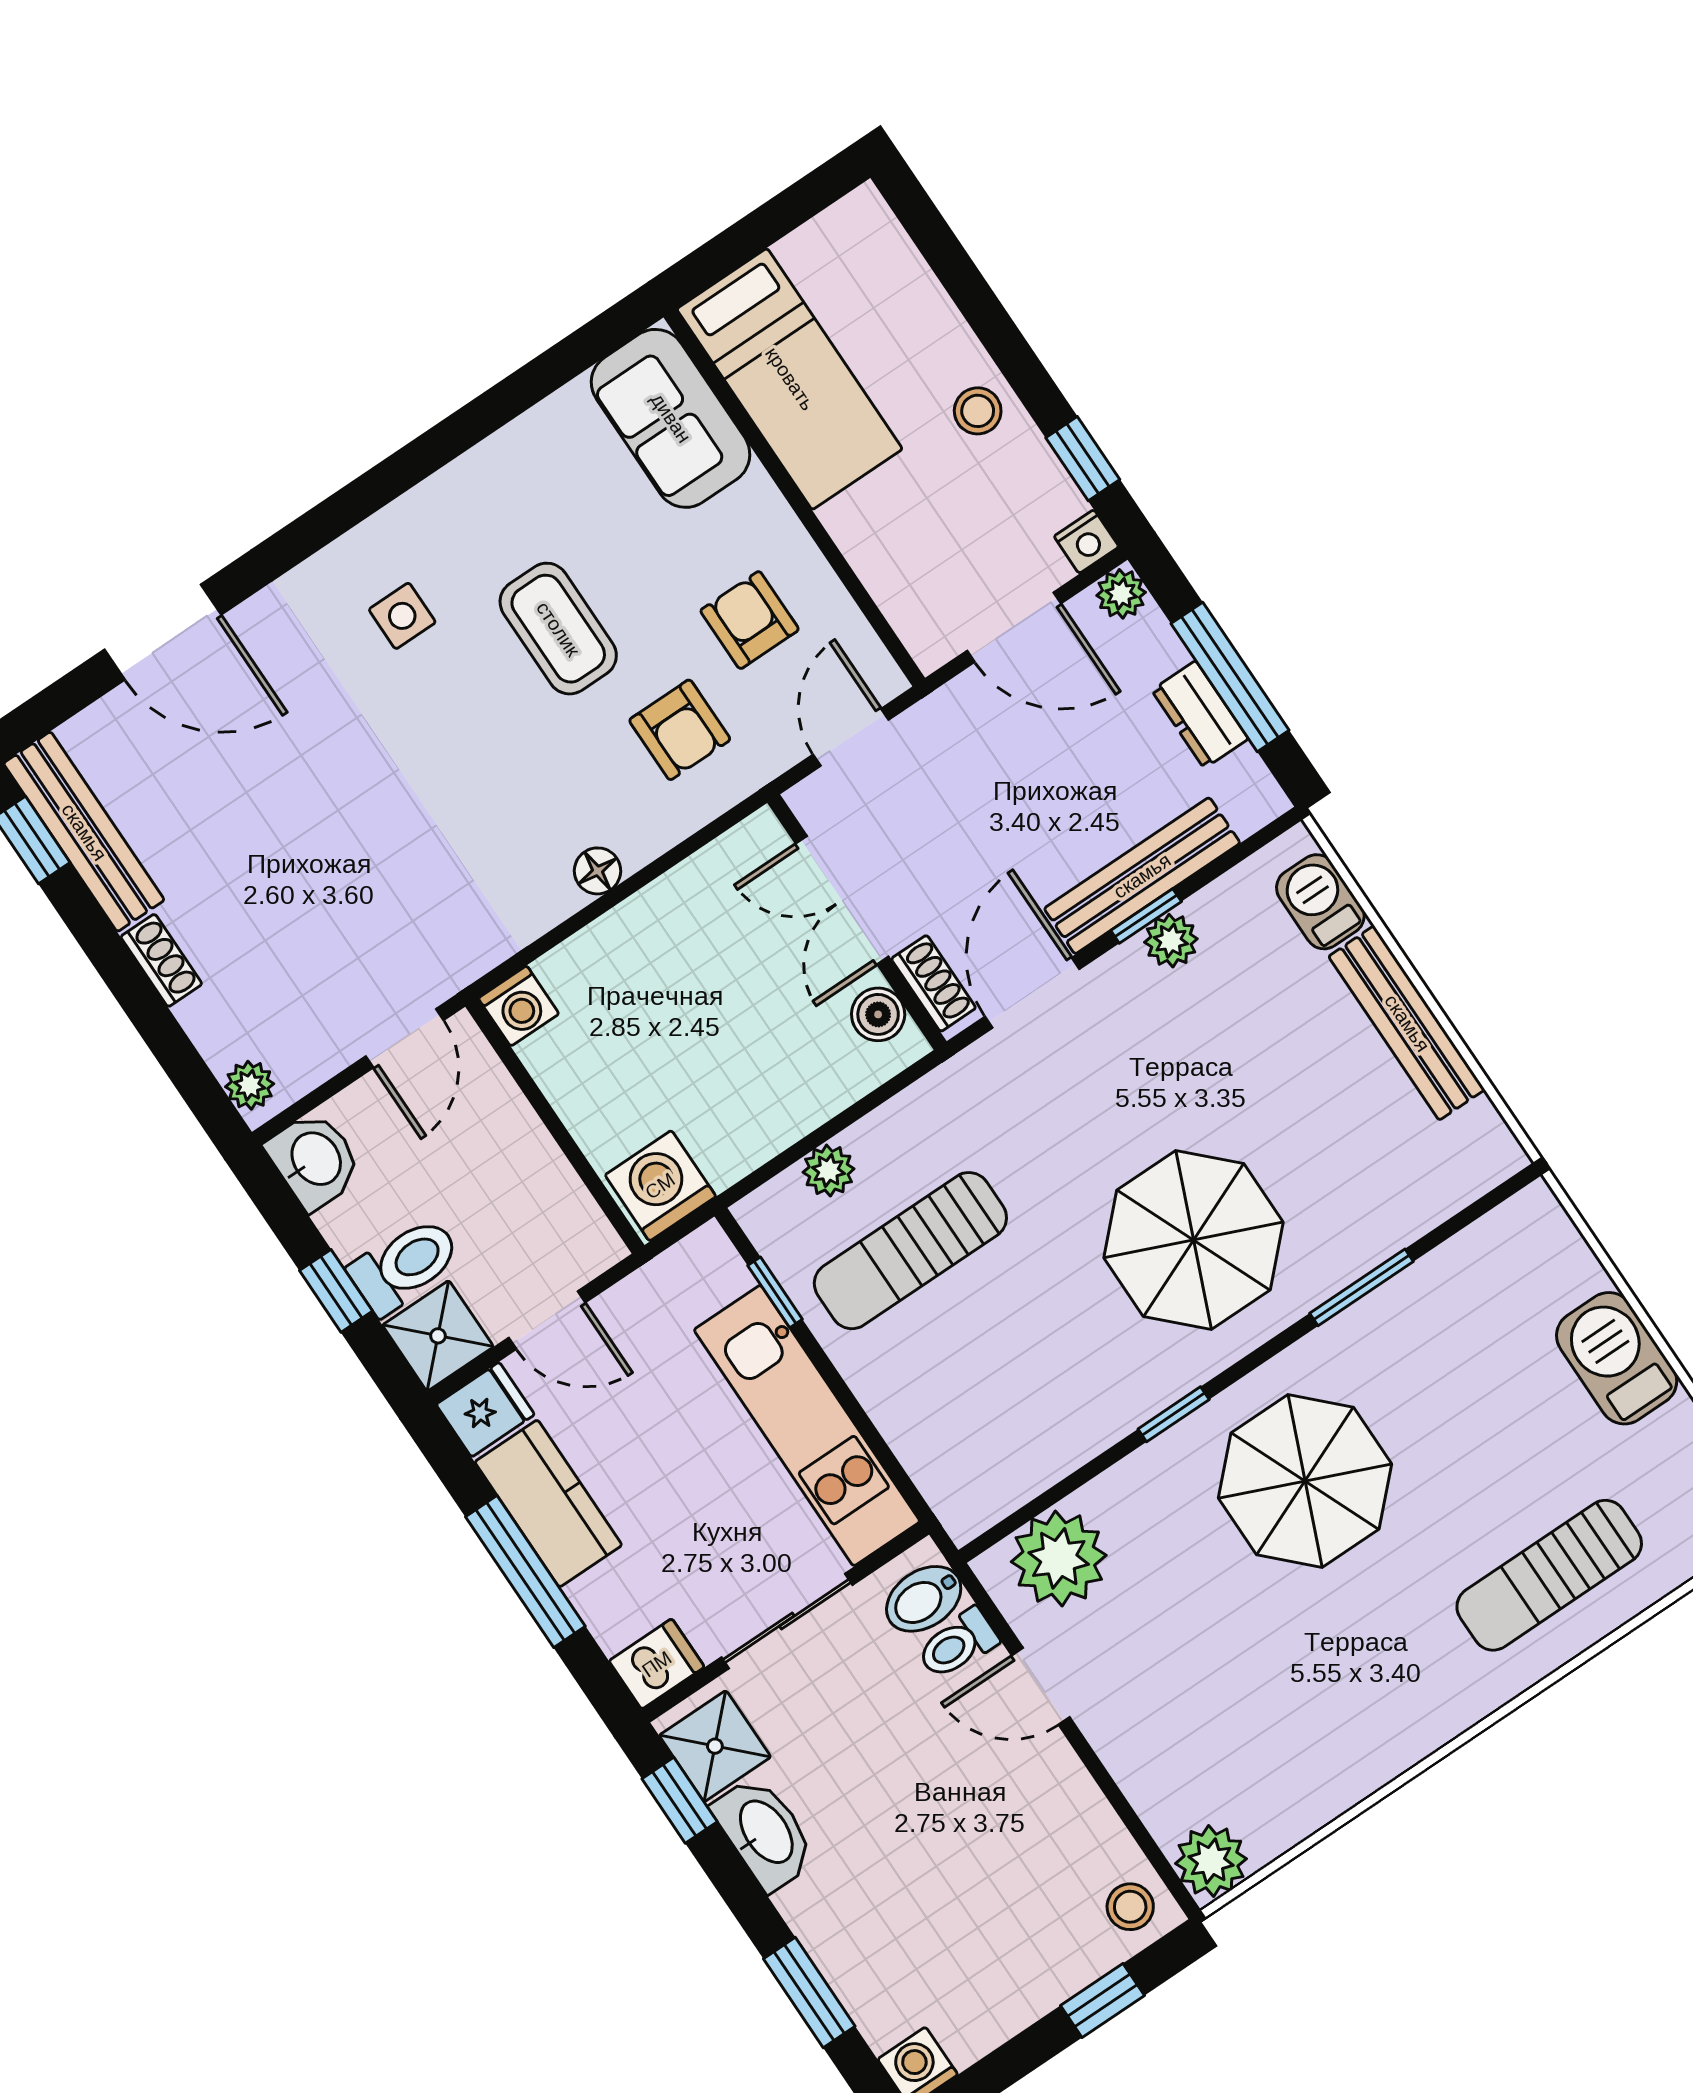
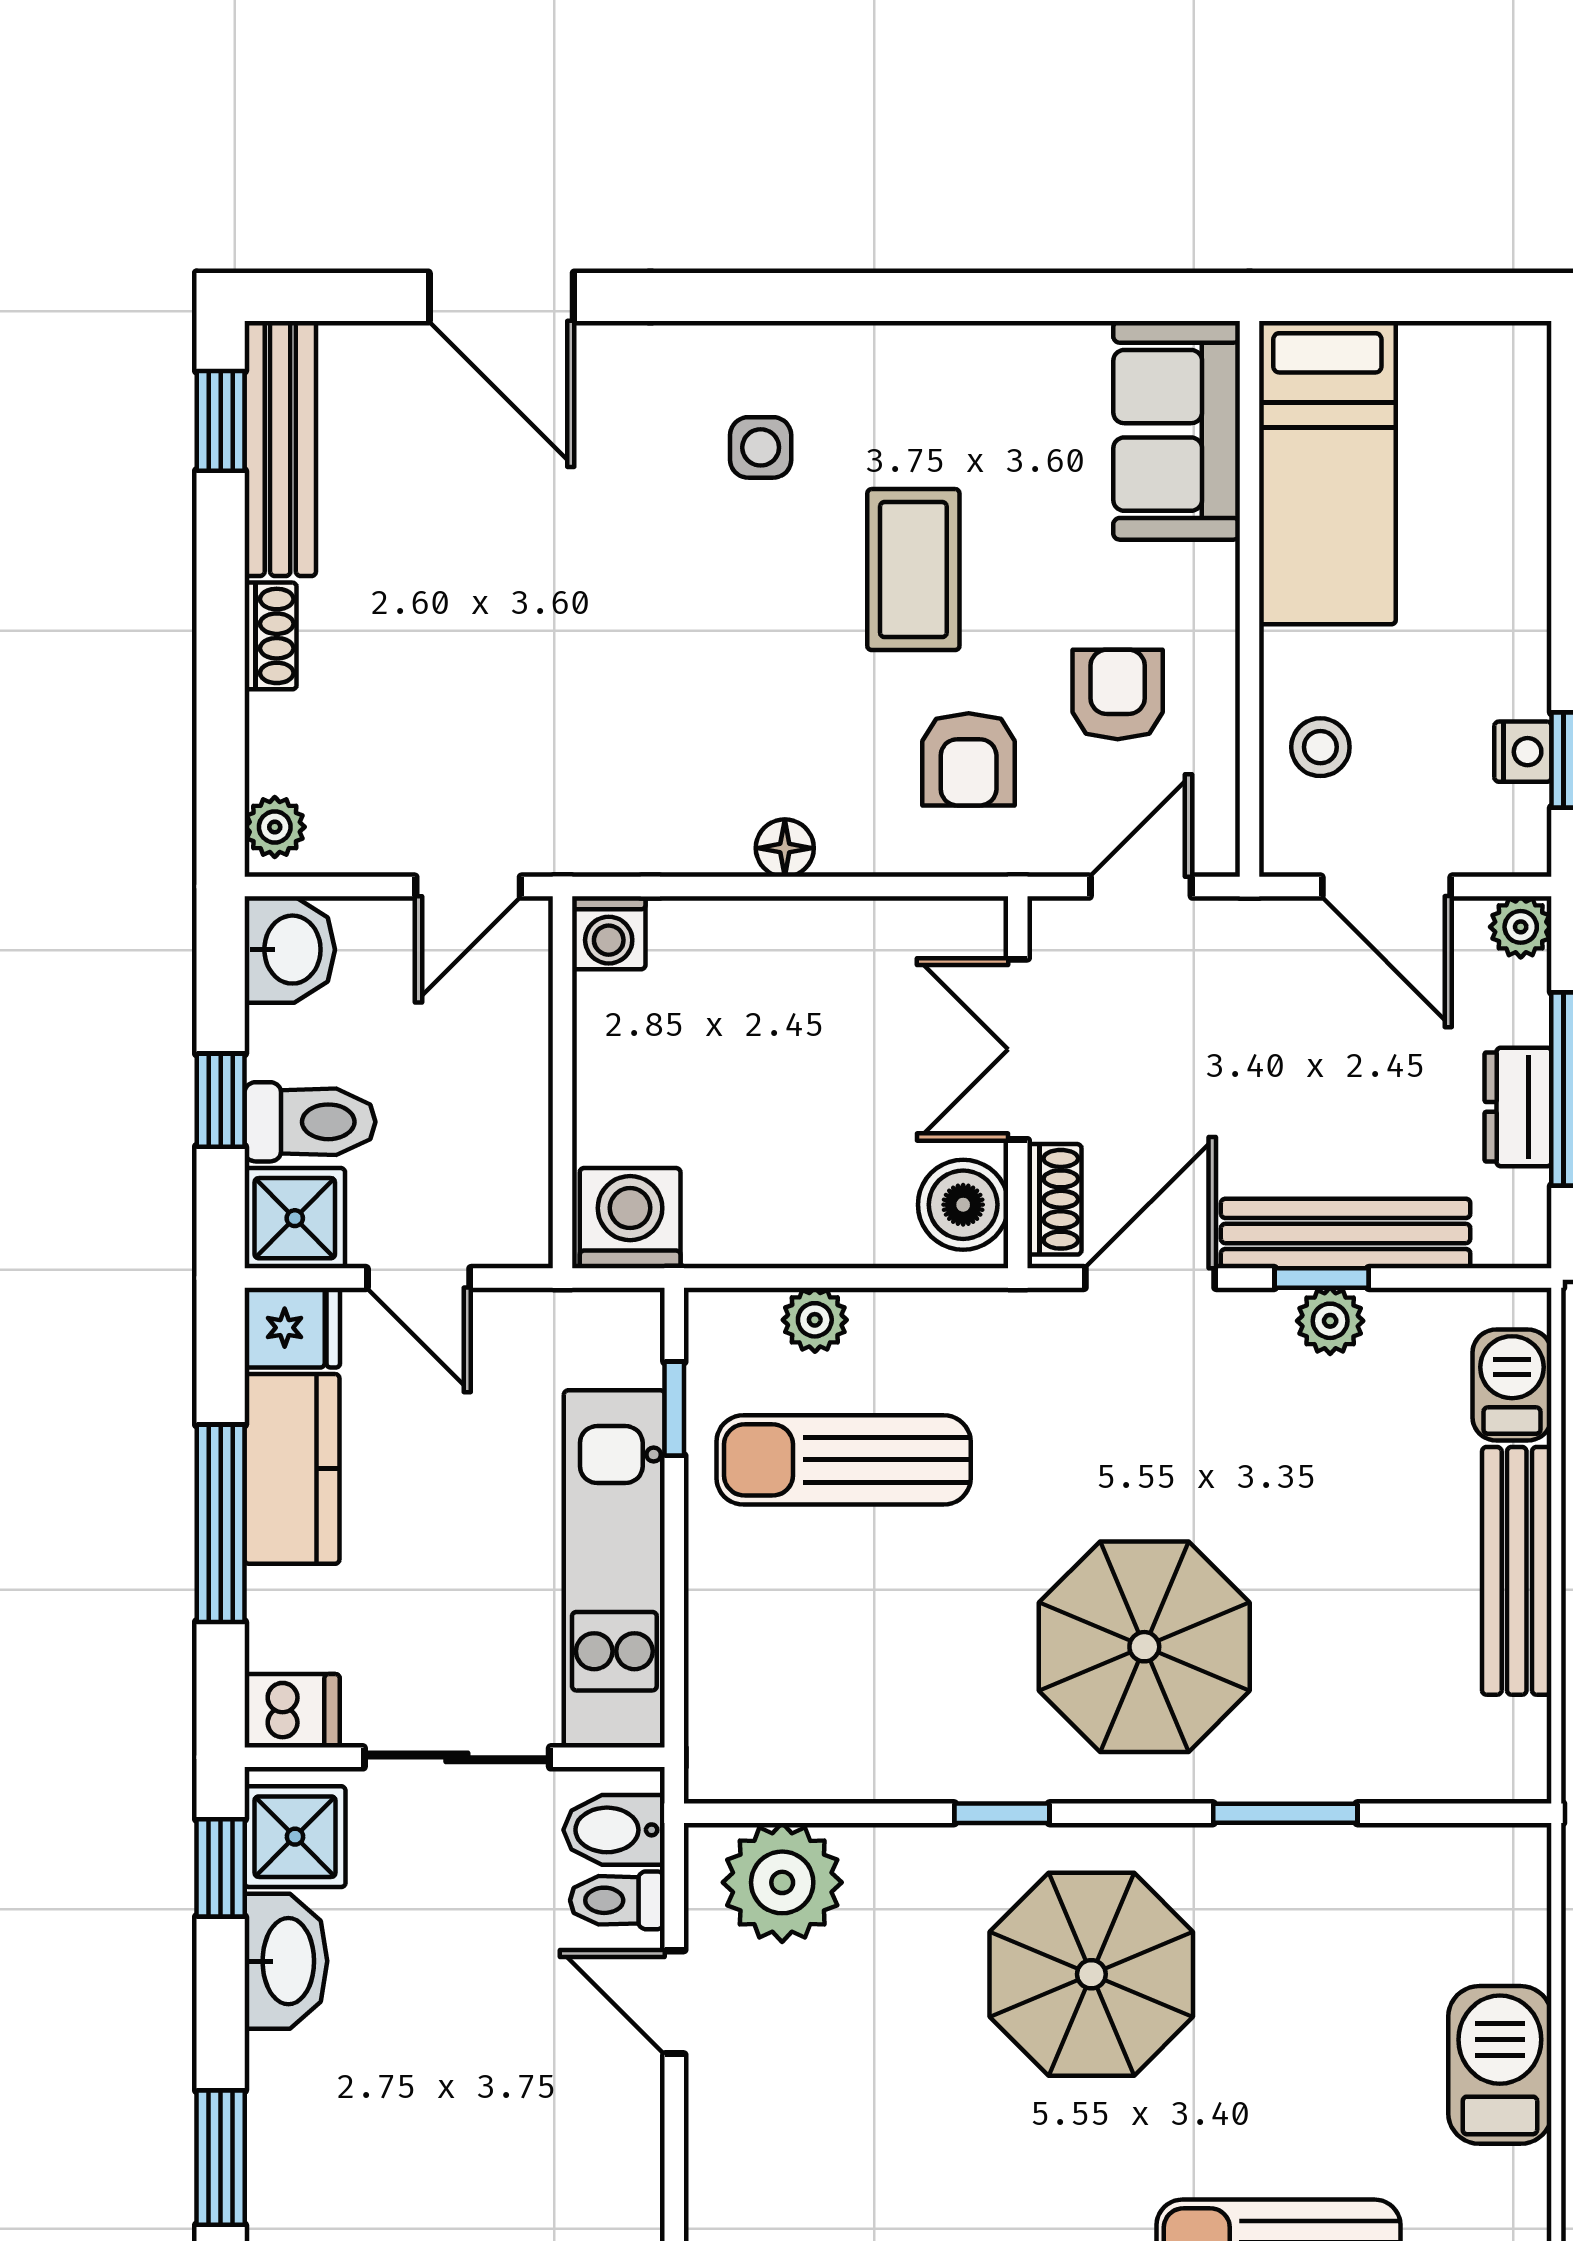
stool: (978, 411) -> (1320, 747), moved
nightstand: (1086, 542) -> (1523, 752), moved, turned -90
boiler: (878, 1014) -> (963, 1205), width x1.36, depth x1.36

